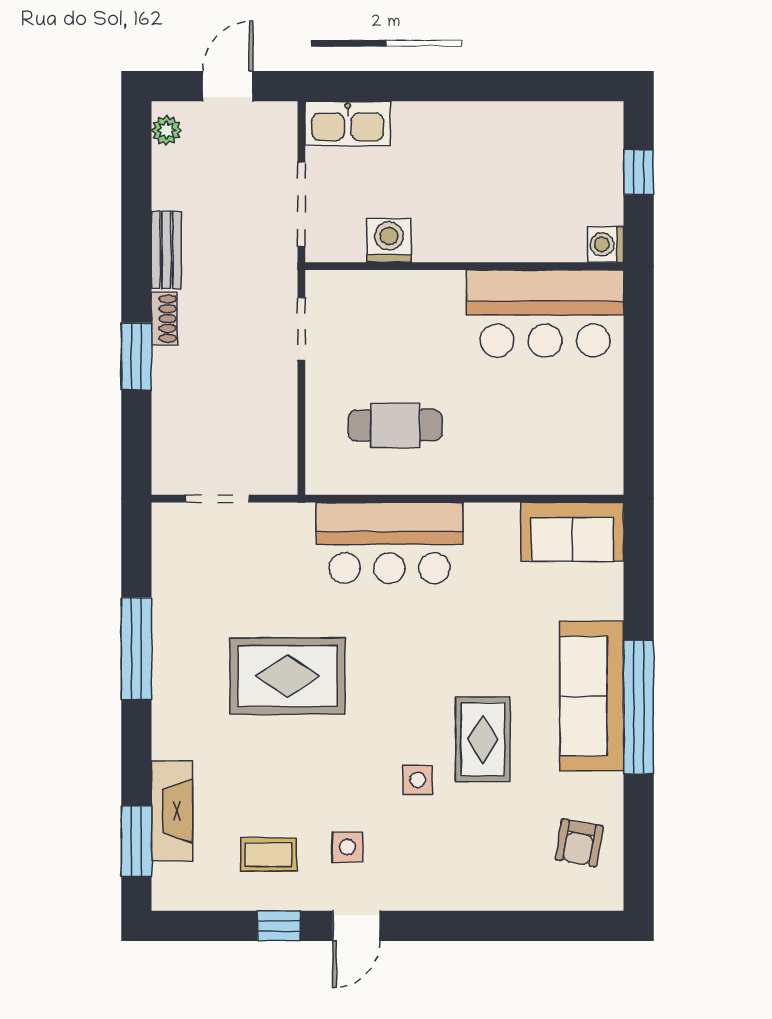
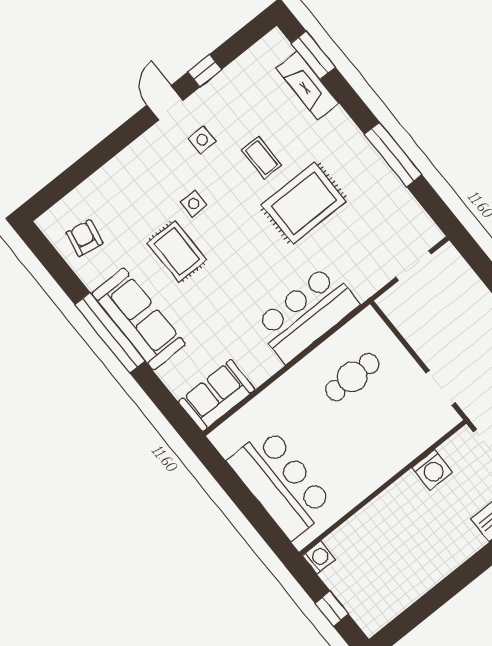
bar counter: (545, 314) -> (281, 483), moved, turned 90
coffee table: (268, 855) -> (261, 158), moved, turned 90

